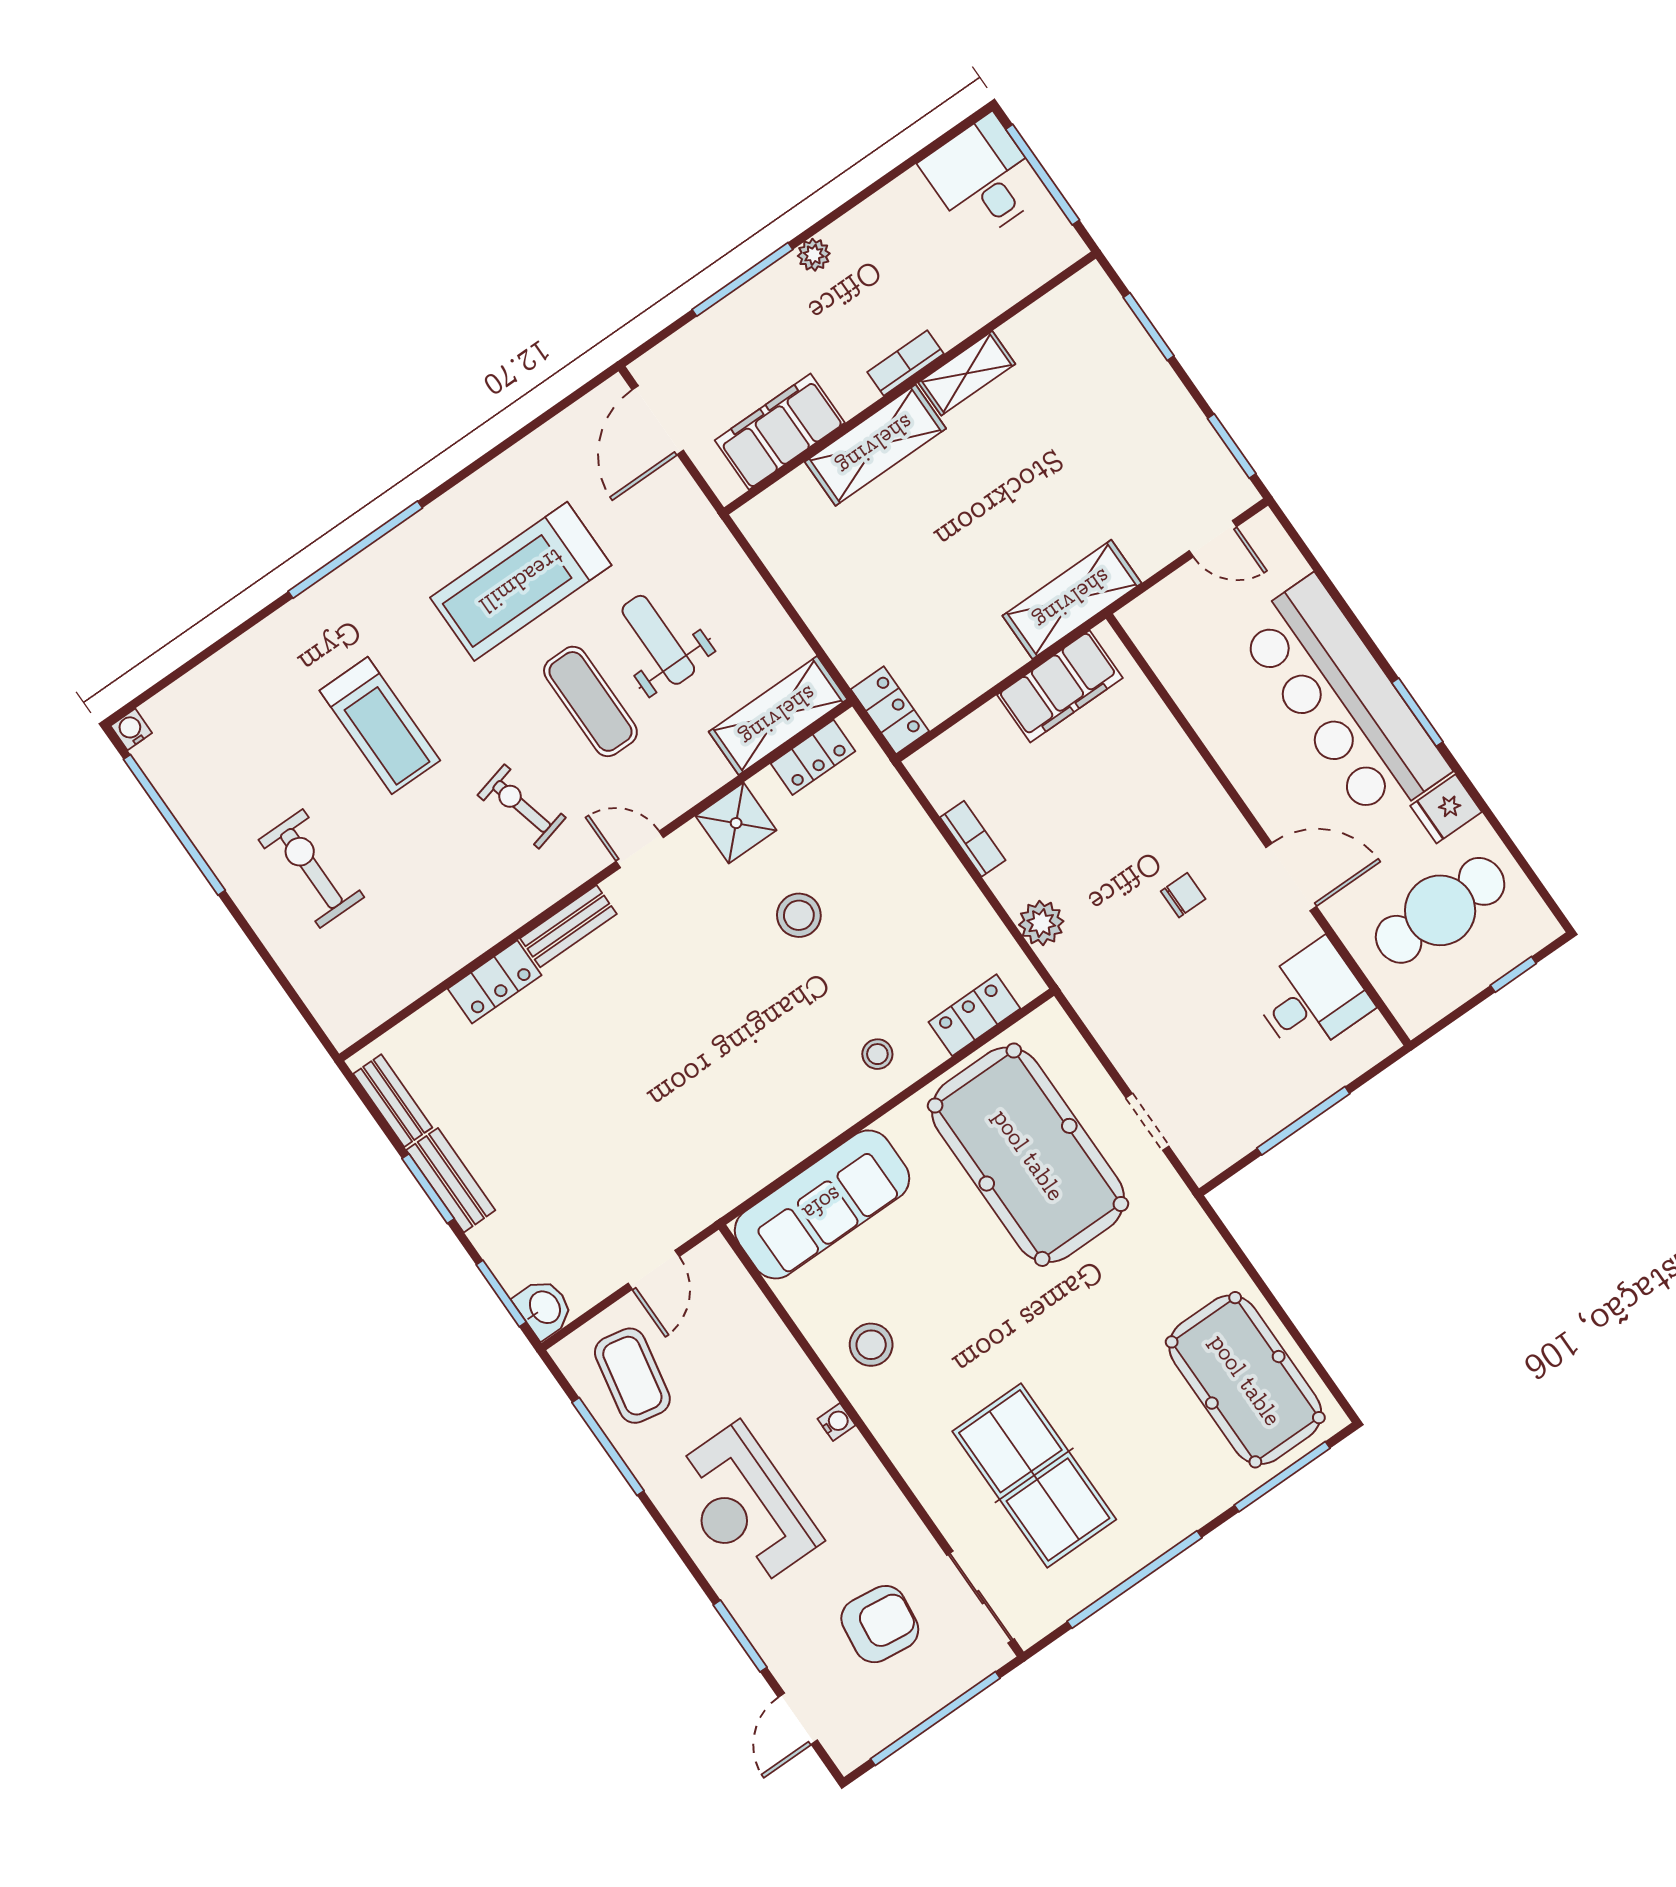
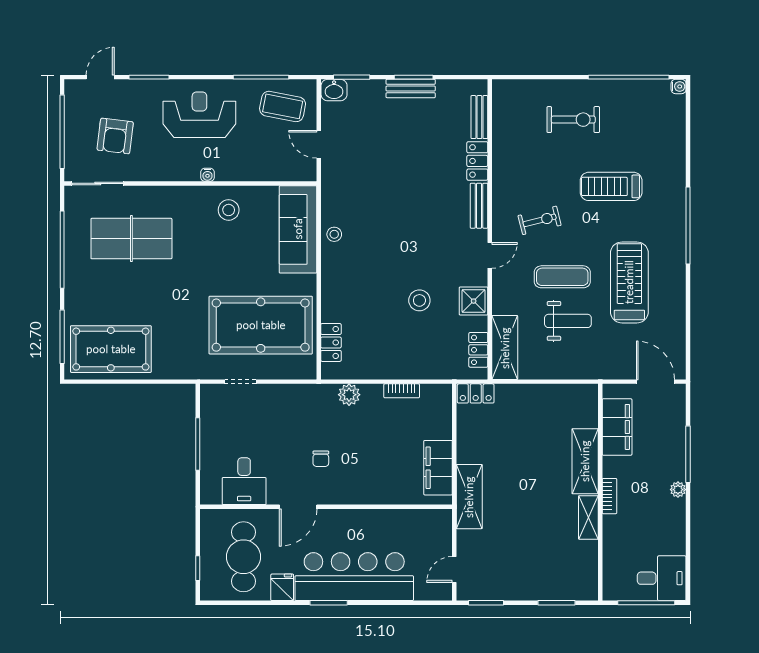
stool: (877, 1054) -> (334, 234), moved
bench: (393, 1101) -> (479, 117), moved, turned 90
door: (798, 1719) -> (100, 77), hinge flipped

